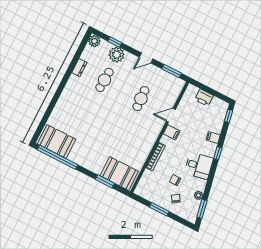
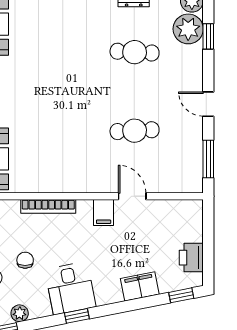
plant: (117, 55) -> (188, 29), moved
printer: (204, 98) -> (191, 258), moved
filing cabinet: (213, 137) -> (140, 286), width x2.00
window: (218, 153) -> (77, 316), moved

